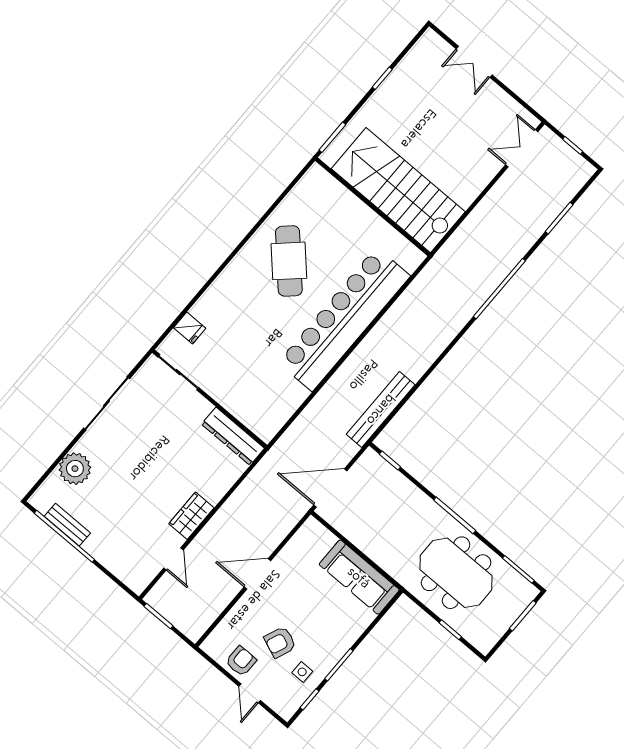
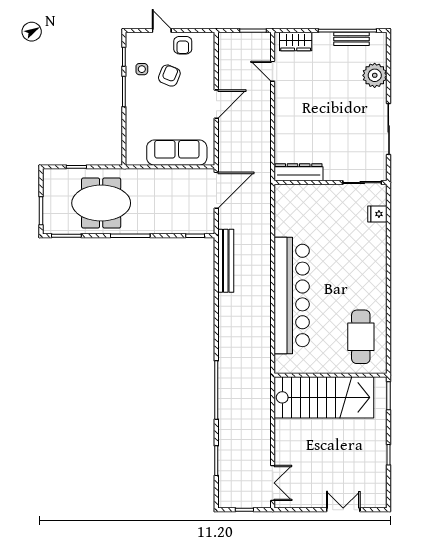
cafe table: (289, 261) -> (361, 337), moved, turned 43
wardrobe: (191, 516) -> (296, 41), moved, turned 90
sofa: (359, 577) -> (177, 153), moved

